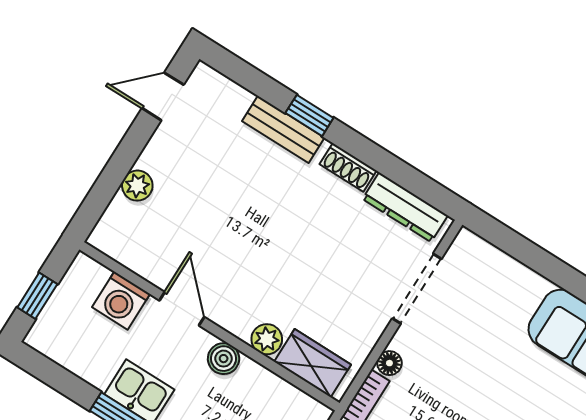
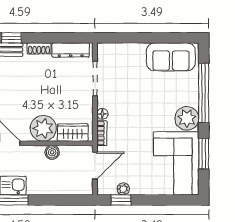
plant: (267, 339) -> (43, 128), width x1.88, depth x1.88
boiler: (224, 359) -> (52, 152), moved

